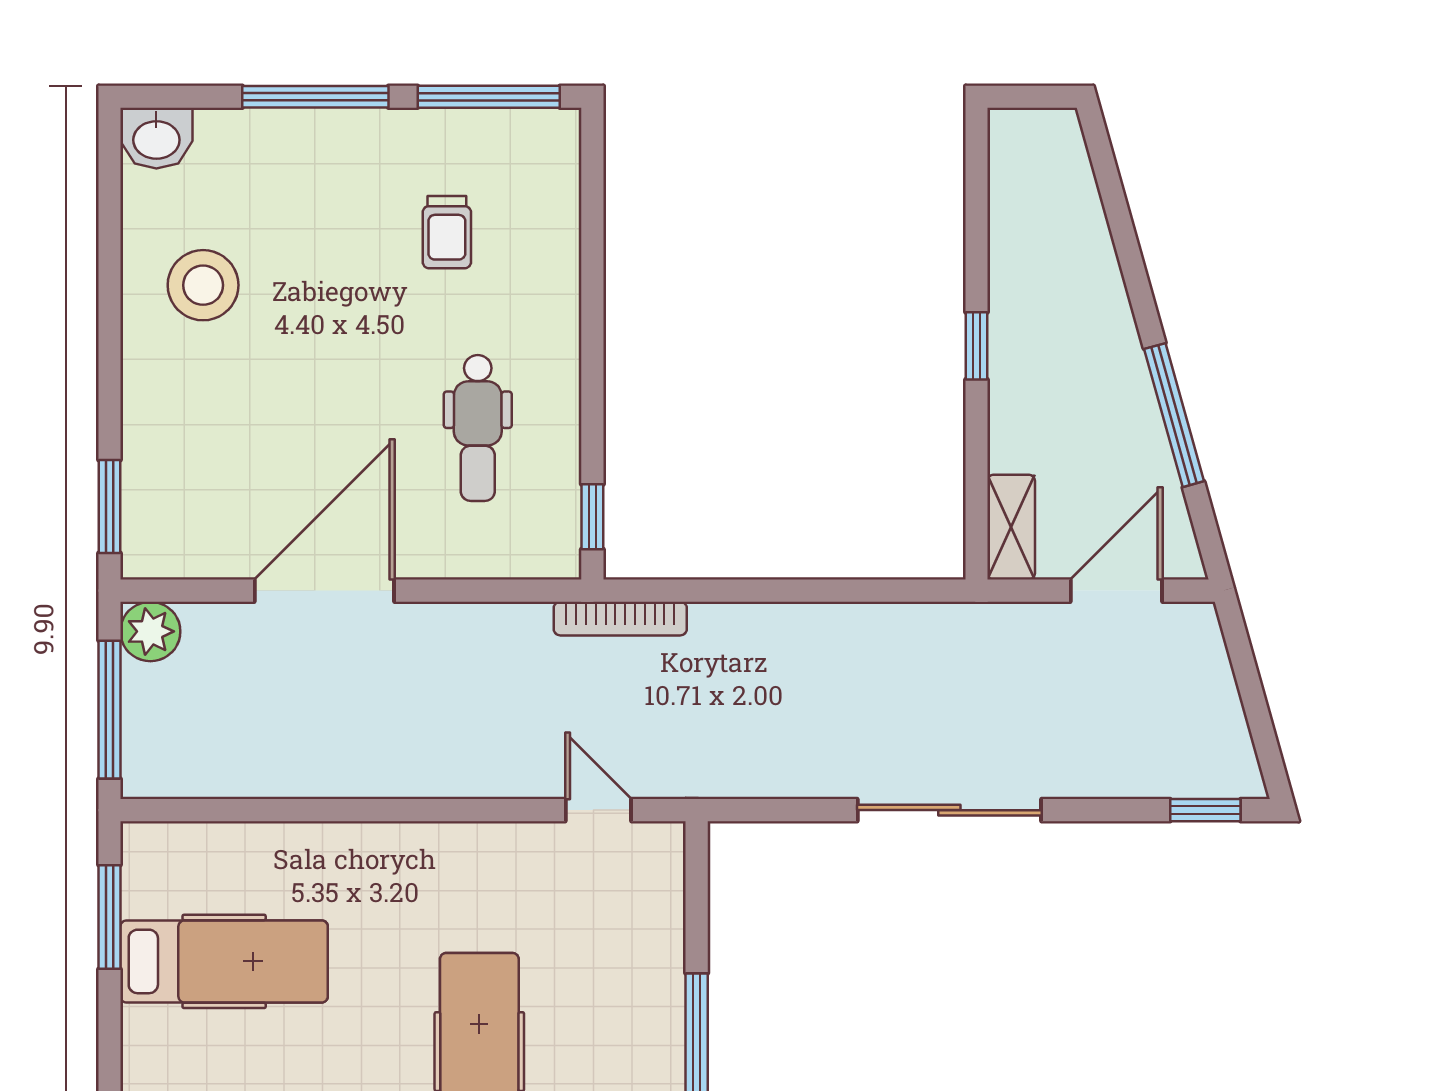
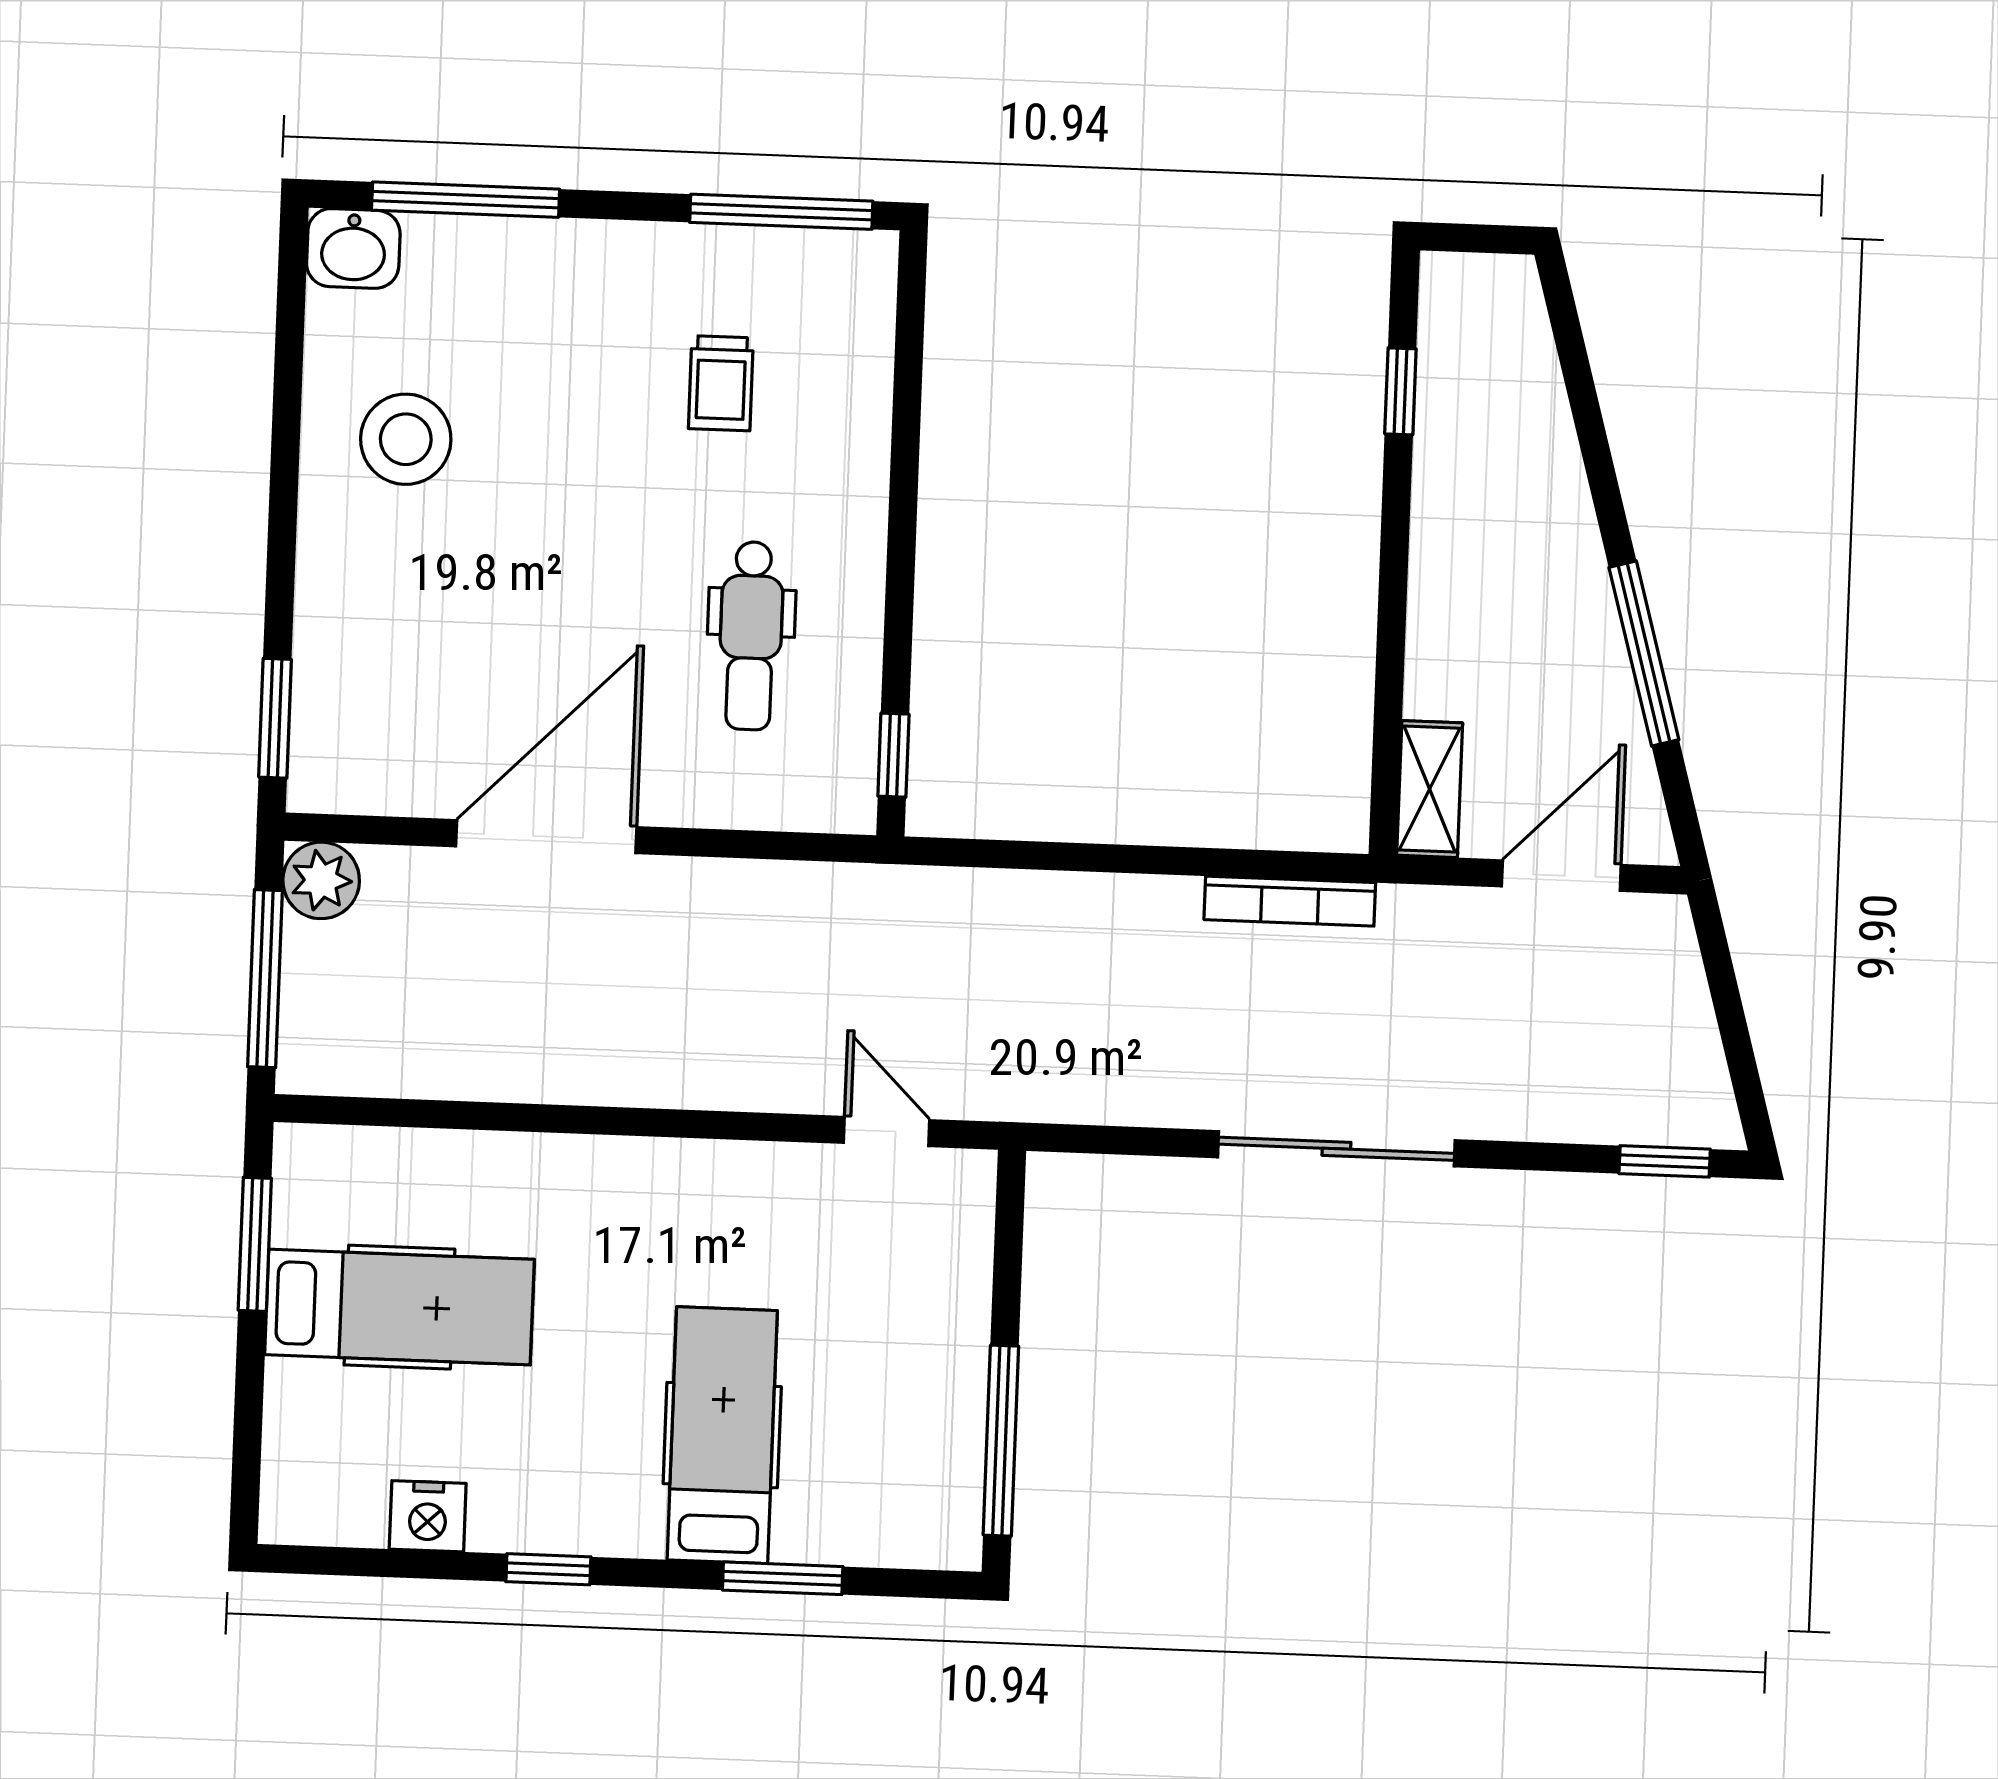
window: (315, 97) -> (466, 200), moved
window: (977, 346) -> (1400, 391), moved
bookcase: (620, 619) -> (1290, 901), moved

